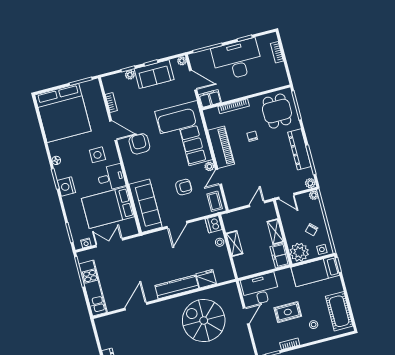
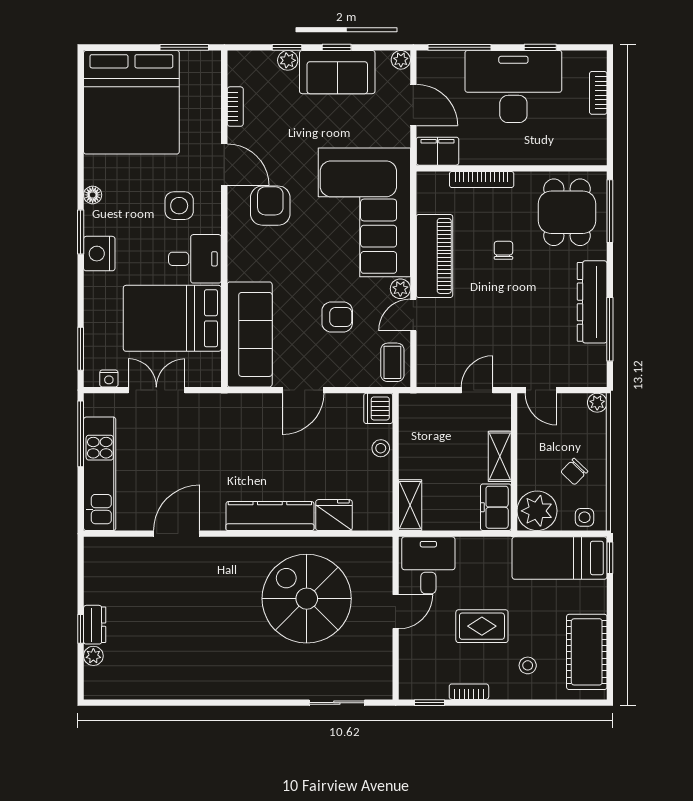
plant: (310, 183) -> (596, 377), removed
shelving: (234, 244) -> (410, 505), moved
desk: (260, 289) -> (428, 565), width x0.73

